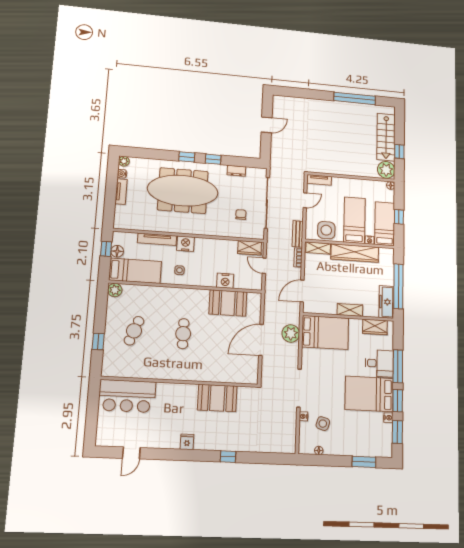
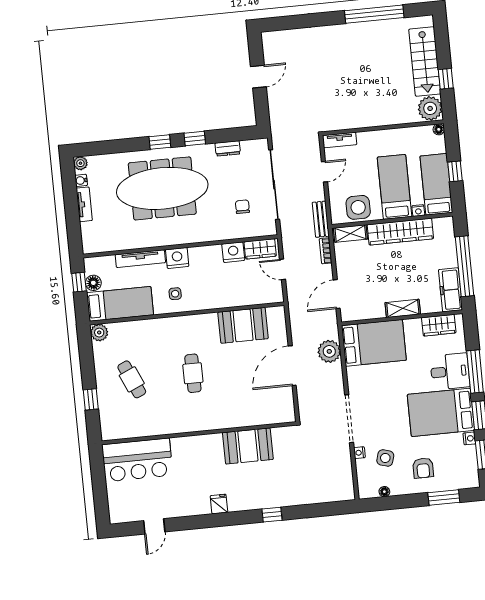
nightstand: (225, 281) -> (233, 252), moved, turned 180
cafe table: (134, 331) -> (132, 379), turned -45
armchair: (351, 436) -> (423, 468), added

